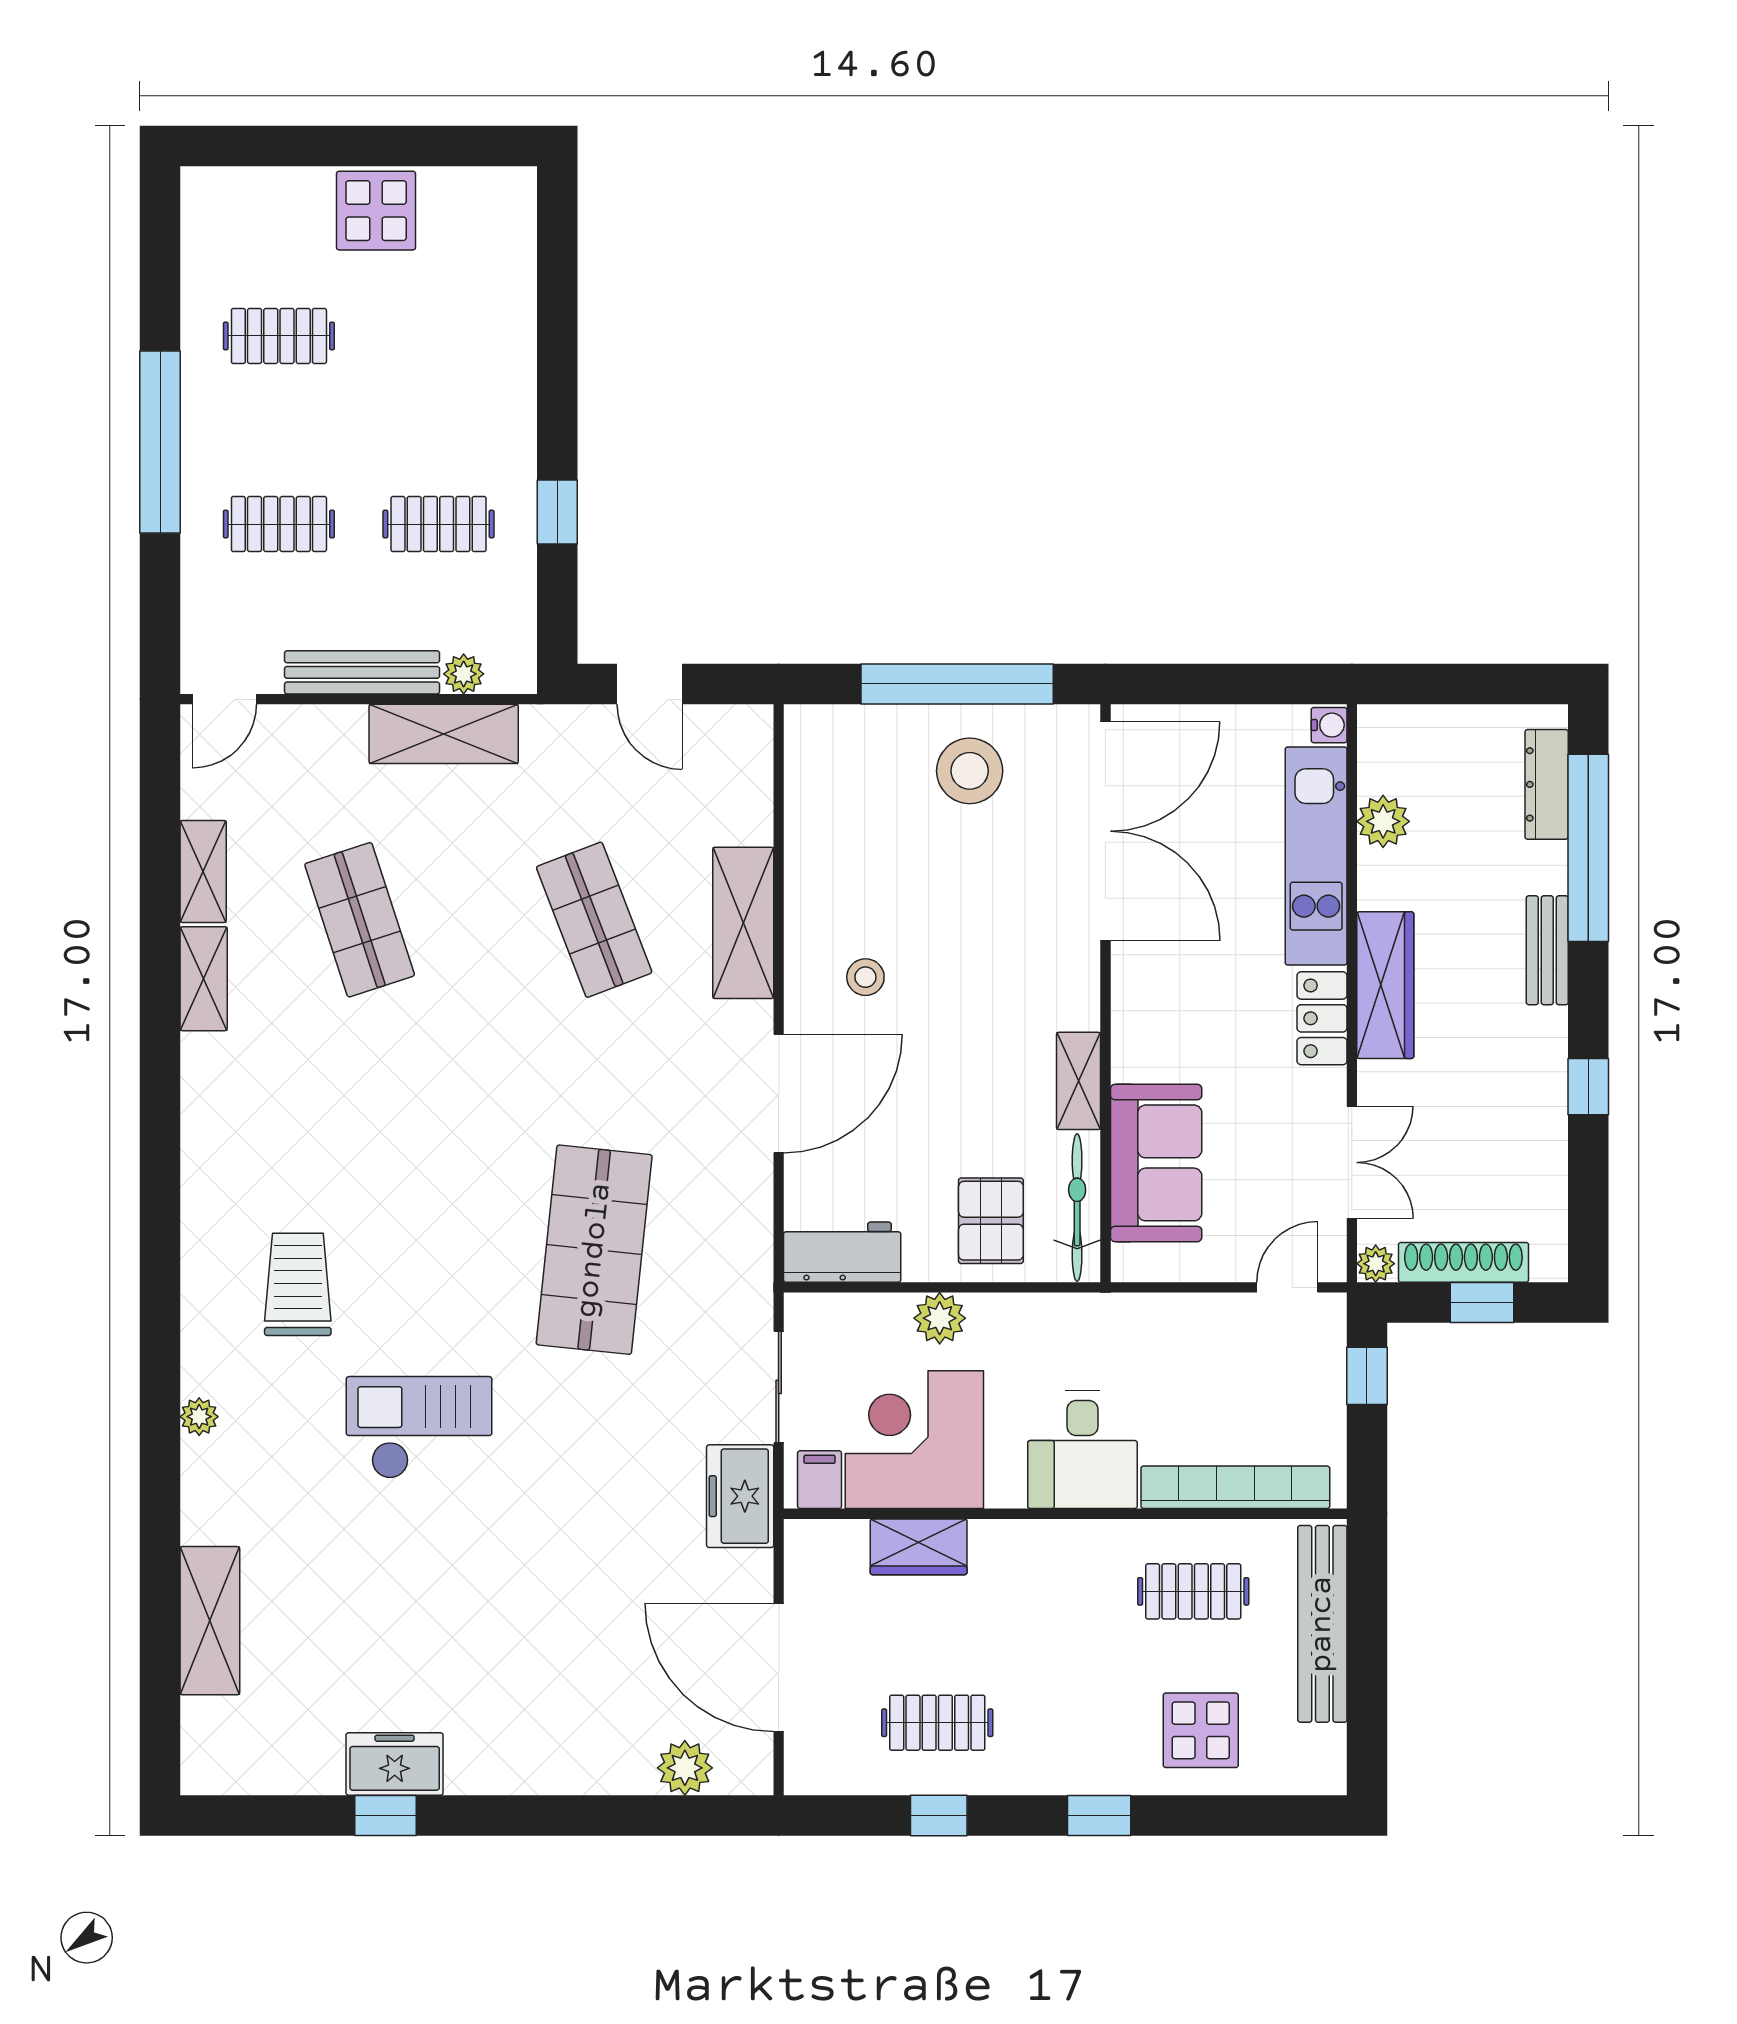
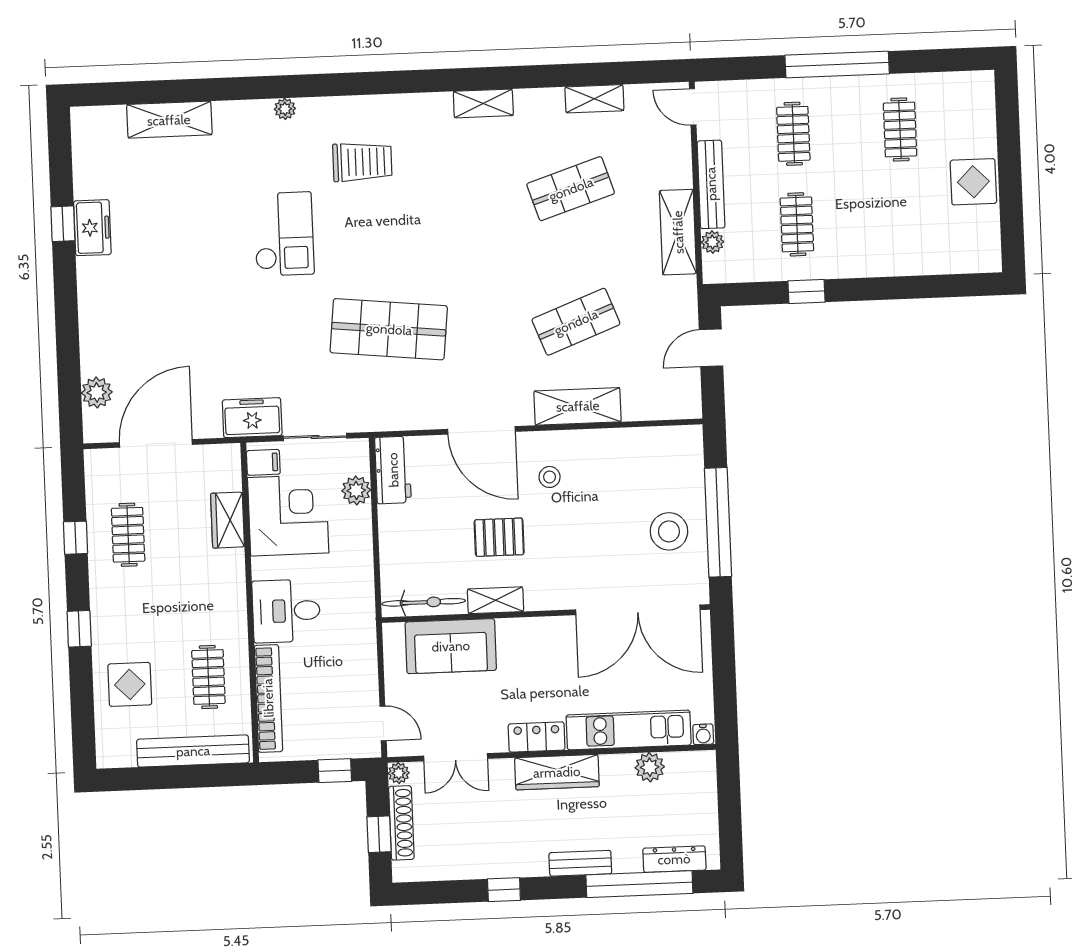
shelving: (204, 979) -> (483, 103), moved
pallet: (991, 1221) -> (499, 537), moved
plant: (940, 1318) -> (356, 490), moved

